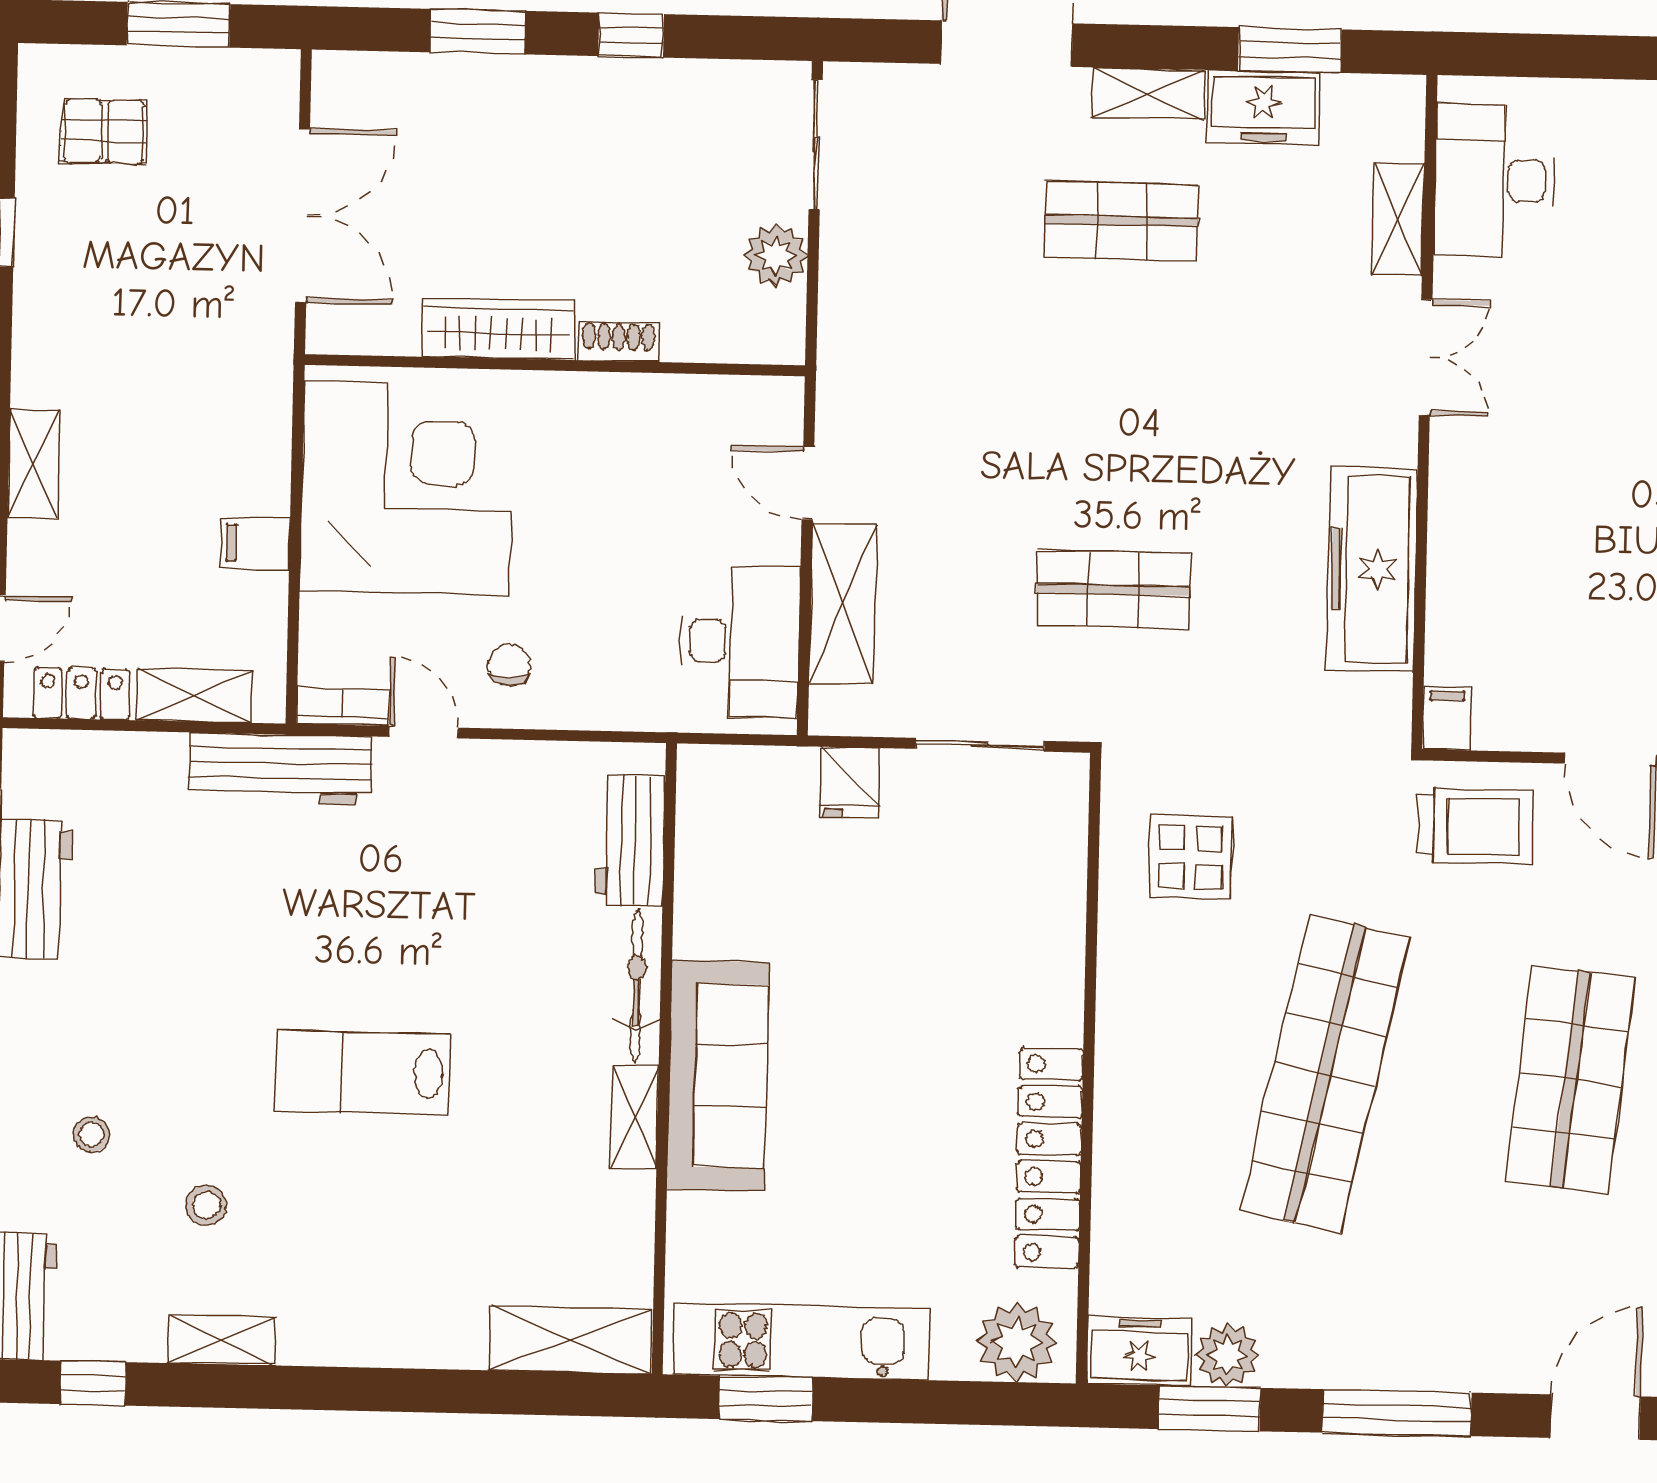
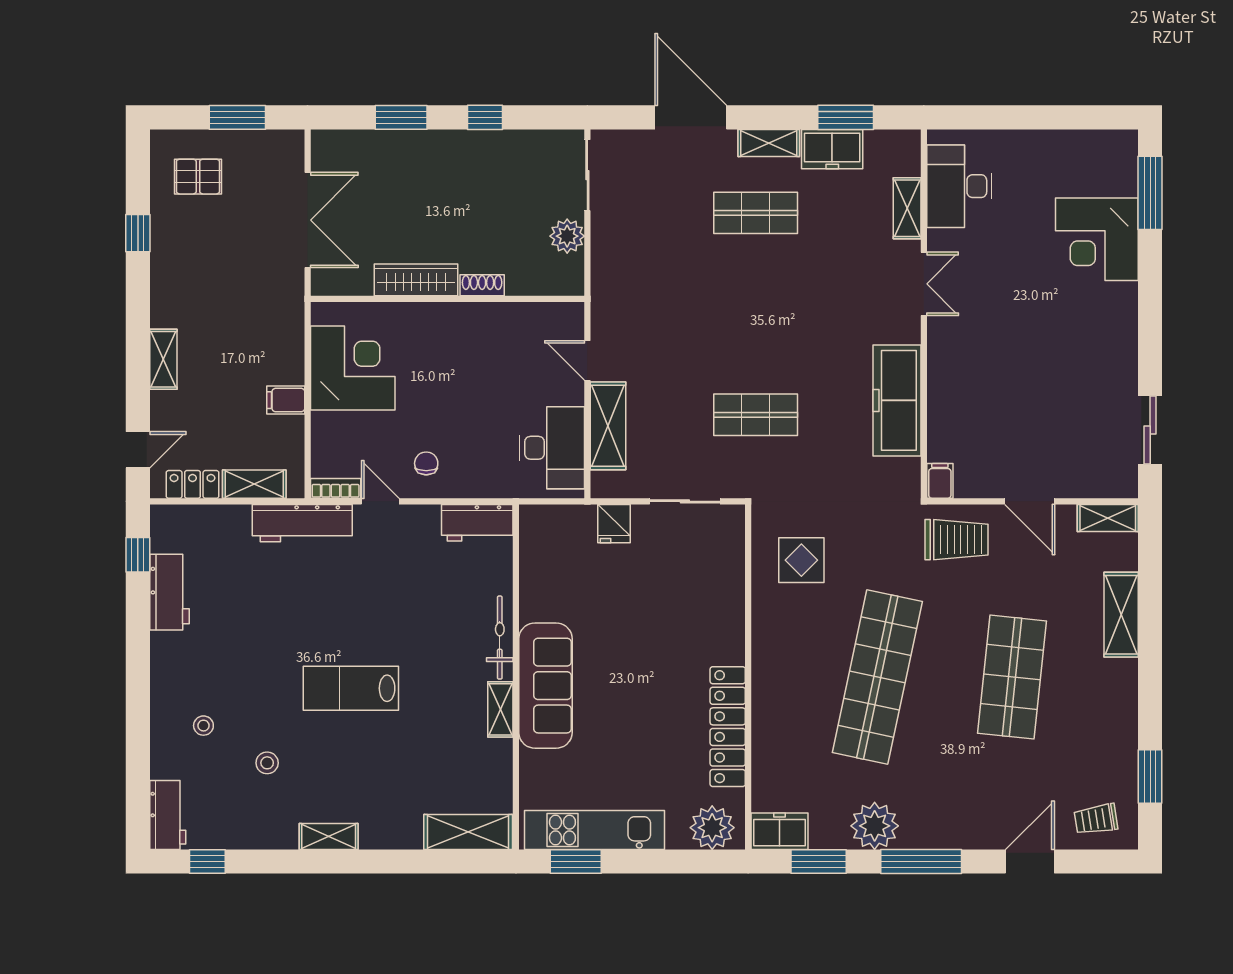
corner desk: (407, 488) -> (353, 368), width x0.74, depth x0.74
workbench: (630, 840) -> (477, 523), moved, turned -90
shelving: (222, 1340) -> (329, 836), moved
plant: (1227, 1355) -> (875, 826), moved, width x1.36, depth x1.36

